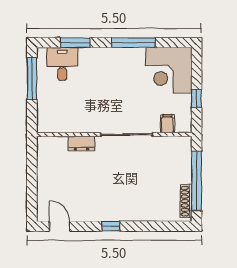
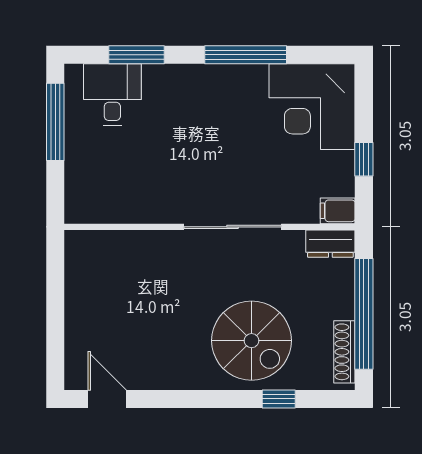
filing cabinet: (167, 124) -> (338, 211), moved, turned -90
dresser: (81, 143) -> (330, 244), moved
spiral stairs: (137, 195) -> (252, 341), added
window: (111, 226) -> (279, 399), moved

